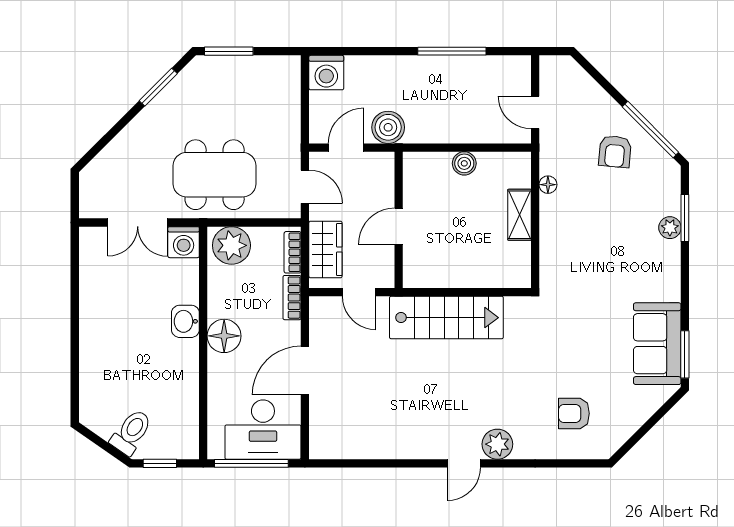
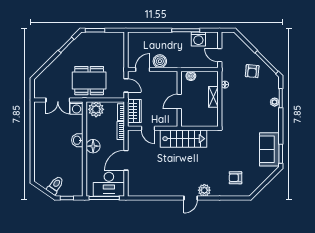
washing machine: (326, 73) -> (198, 39), moved
wall: (399, 220) -> (179, 99), moved
door: (399, 226) -> (179, 102), moved

